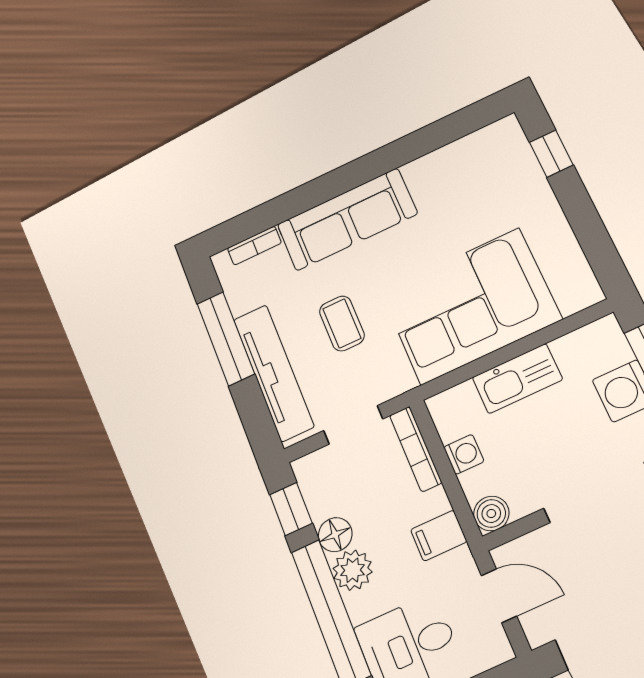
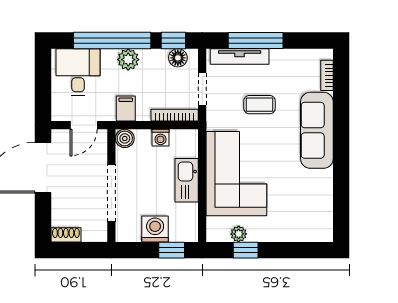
window: (551, 154) -> (246, 250), moved
plant: (569, 255) -> (239, 234), added
window: (226, 339) -> (256, 41), moved
tv unit: (273, 373) -> (240, 57), width x0.73, depth x0.78
floor lamp: (335, 535) -> (178, 58), moved

